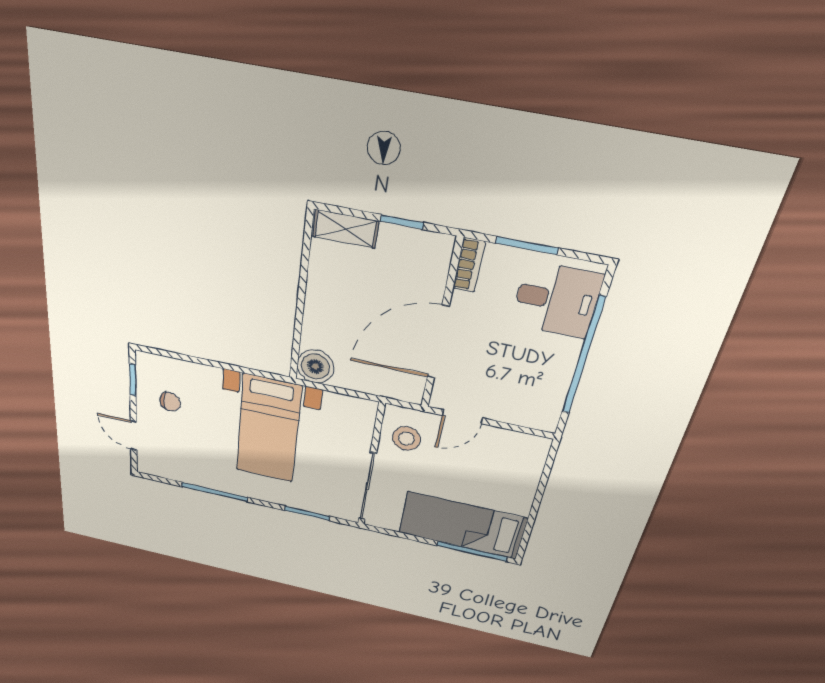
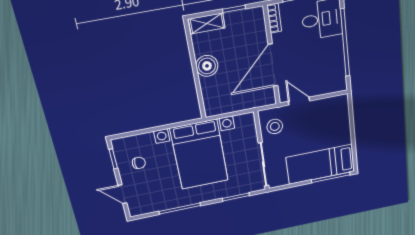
boiler: (315, 366) -> (207, 66), moved
door: (462, 417) -> (299, 101), swing flipped
bed with nightstands: (268, 429) -> (199, 155), width x1.36

